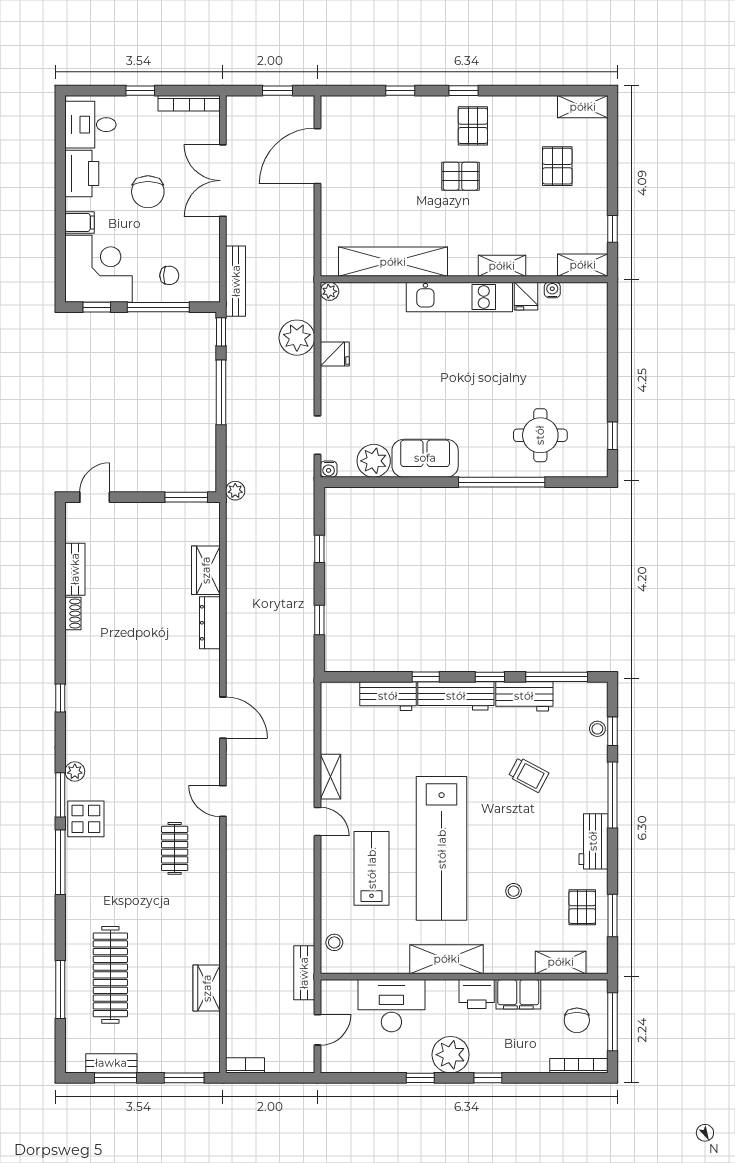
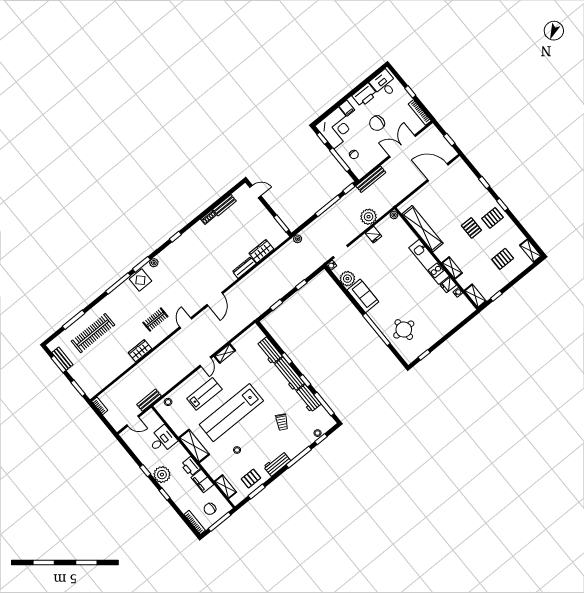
wardrobe: (207, 988) -> (140, 351), moved
desk: (391, 1006) -> (162, 440), width x0.73

